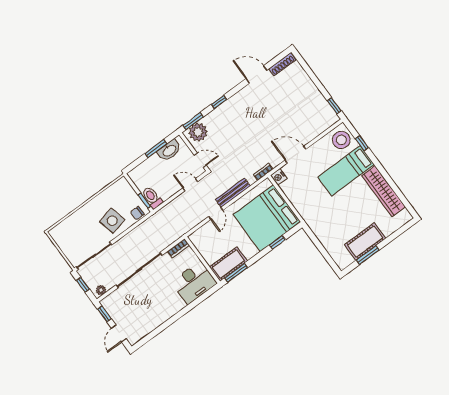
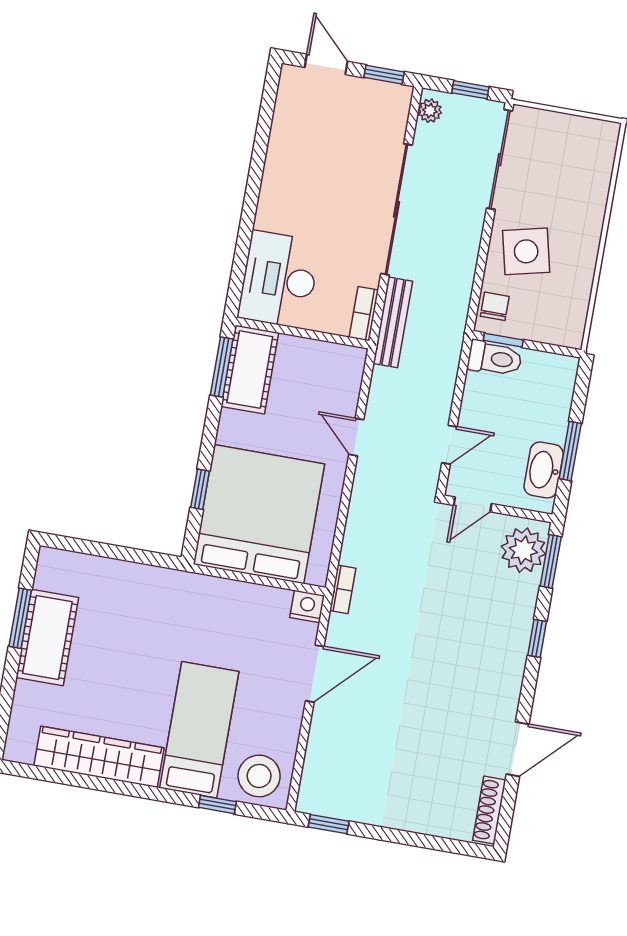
bench: (233, 193) -> (393, 322), moved

